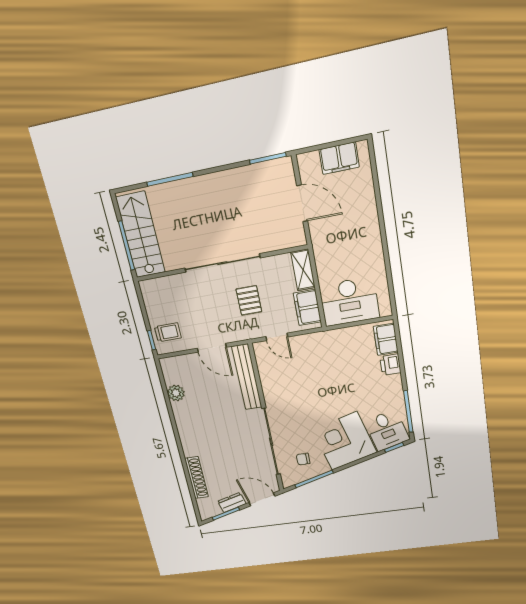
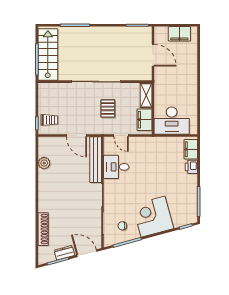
desk: (387, 430) -> (116, 167), moved, turned 105

